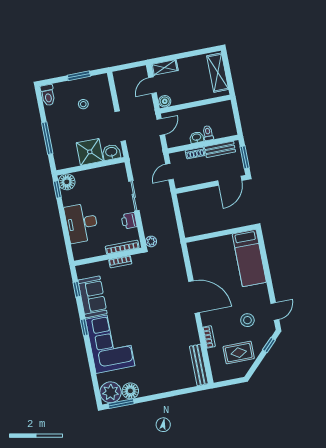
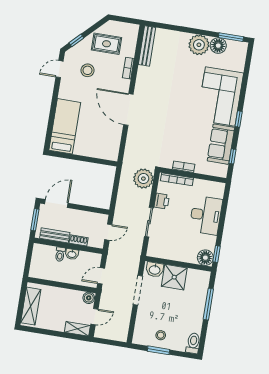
stool: (83, 104) -> (161, 335), moved
plant: (151, 241) -> (143, 179), width x1.87, depth x1.87
plant: (111, 392) -> (199, 45), moved

